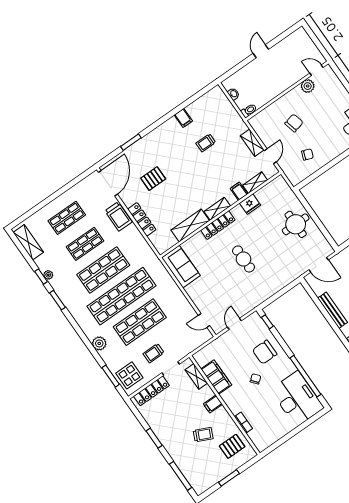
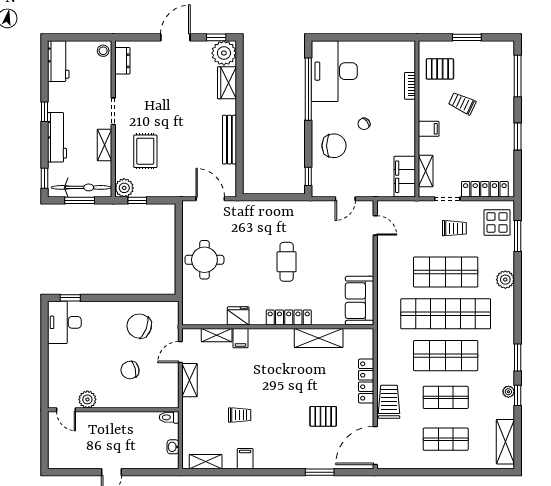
chair: (307, 154) -> (139, 326), width x1.87, depth x1.87
shelving: (217, 209) -> (206, 462), moved
filing cabinet: (216, 377) -> (405, 177), moved

